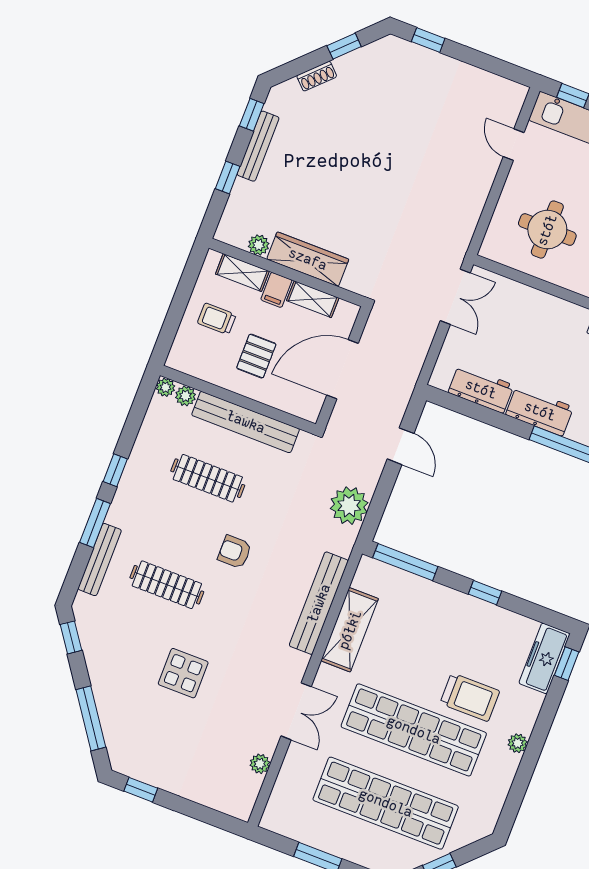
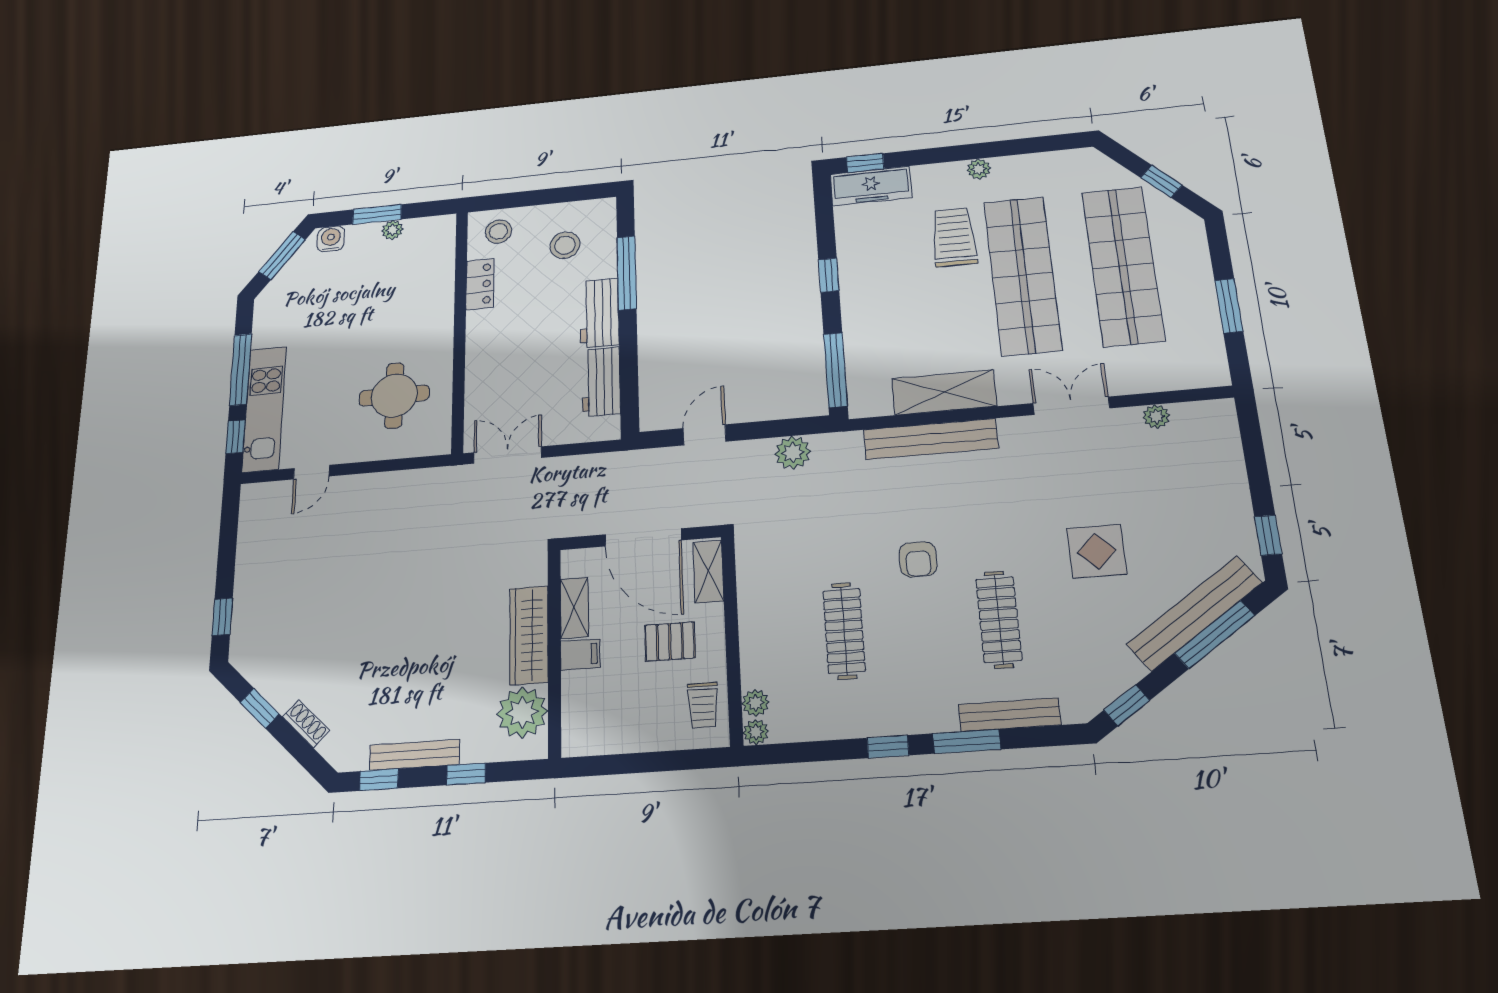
plant: (259, 245) -> (522, 713), width x1.88, depth x1.88
shelving: (242, 273) -> (708, 571), moved
trolley: (217, 319) -> (703, 705), moved
bench: (246, 422) -> (1195, 613), moved, turned 55
plant: (349, 506) -> (793, 453), width x0.73, depth x0.73

